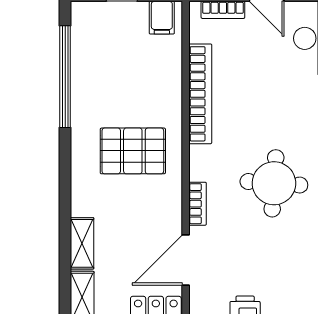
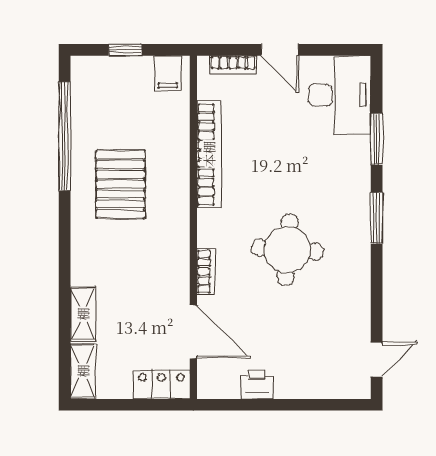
pallet: (133, 151) -> (120, 184), moved, turned 90
door: (186, 260) -> (193, 332), swing flipped

